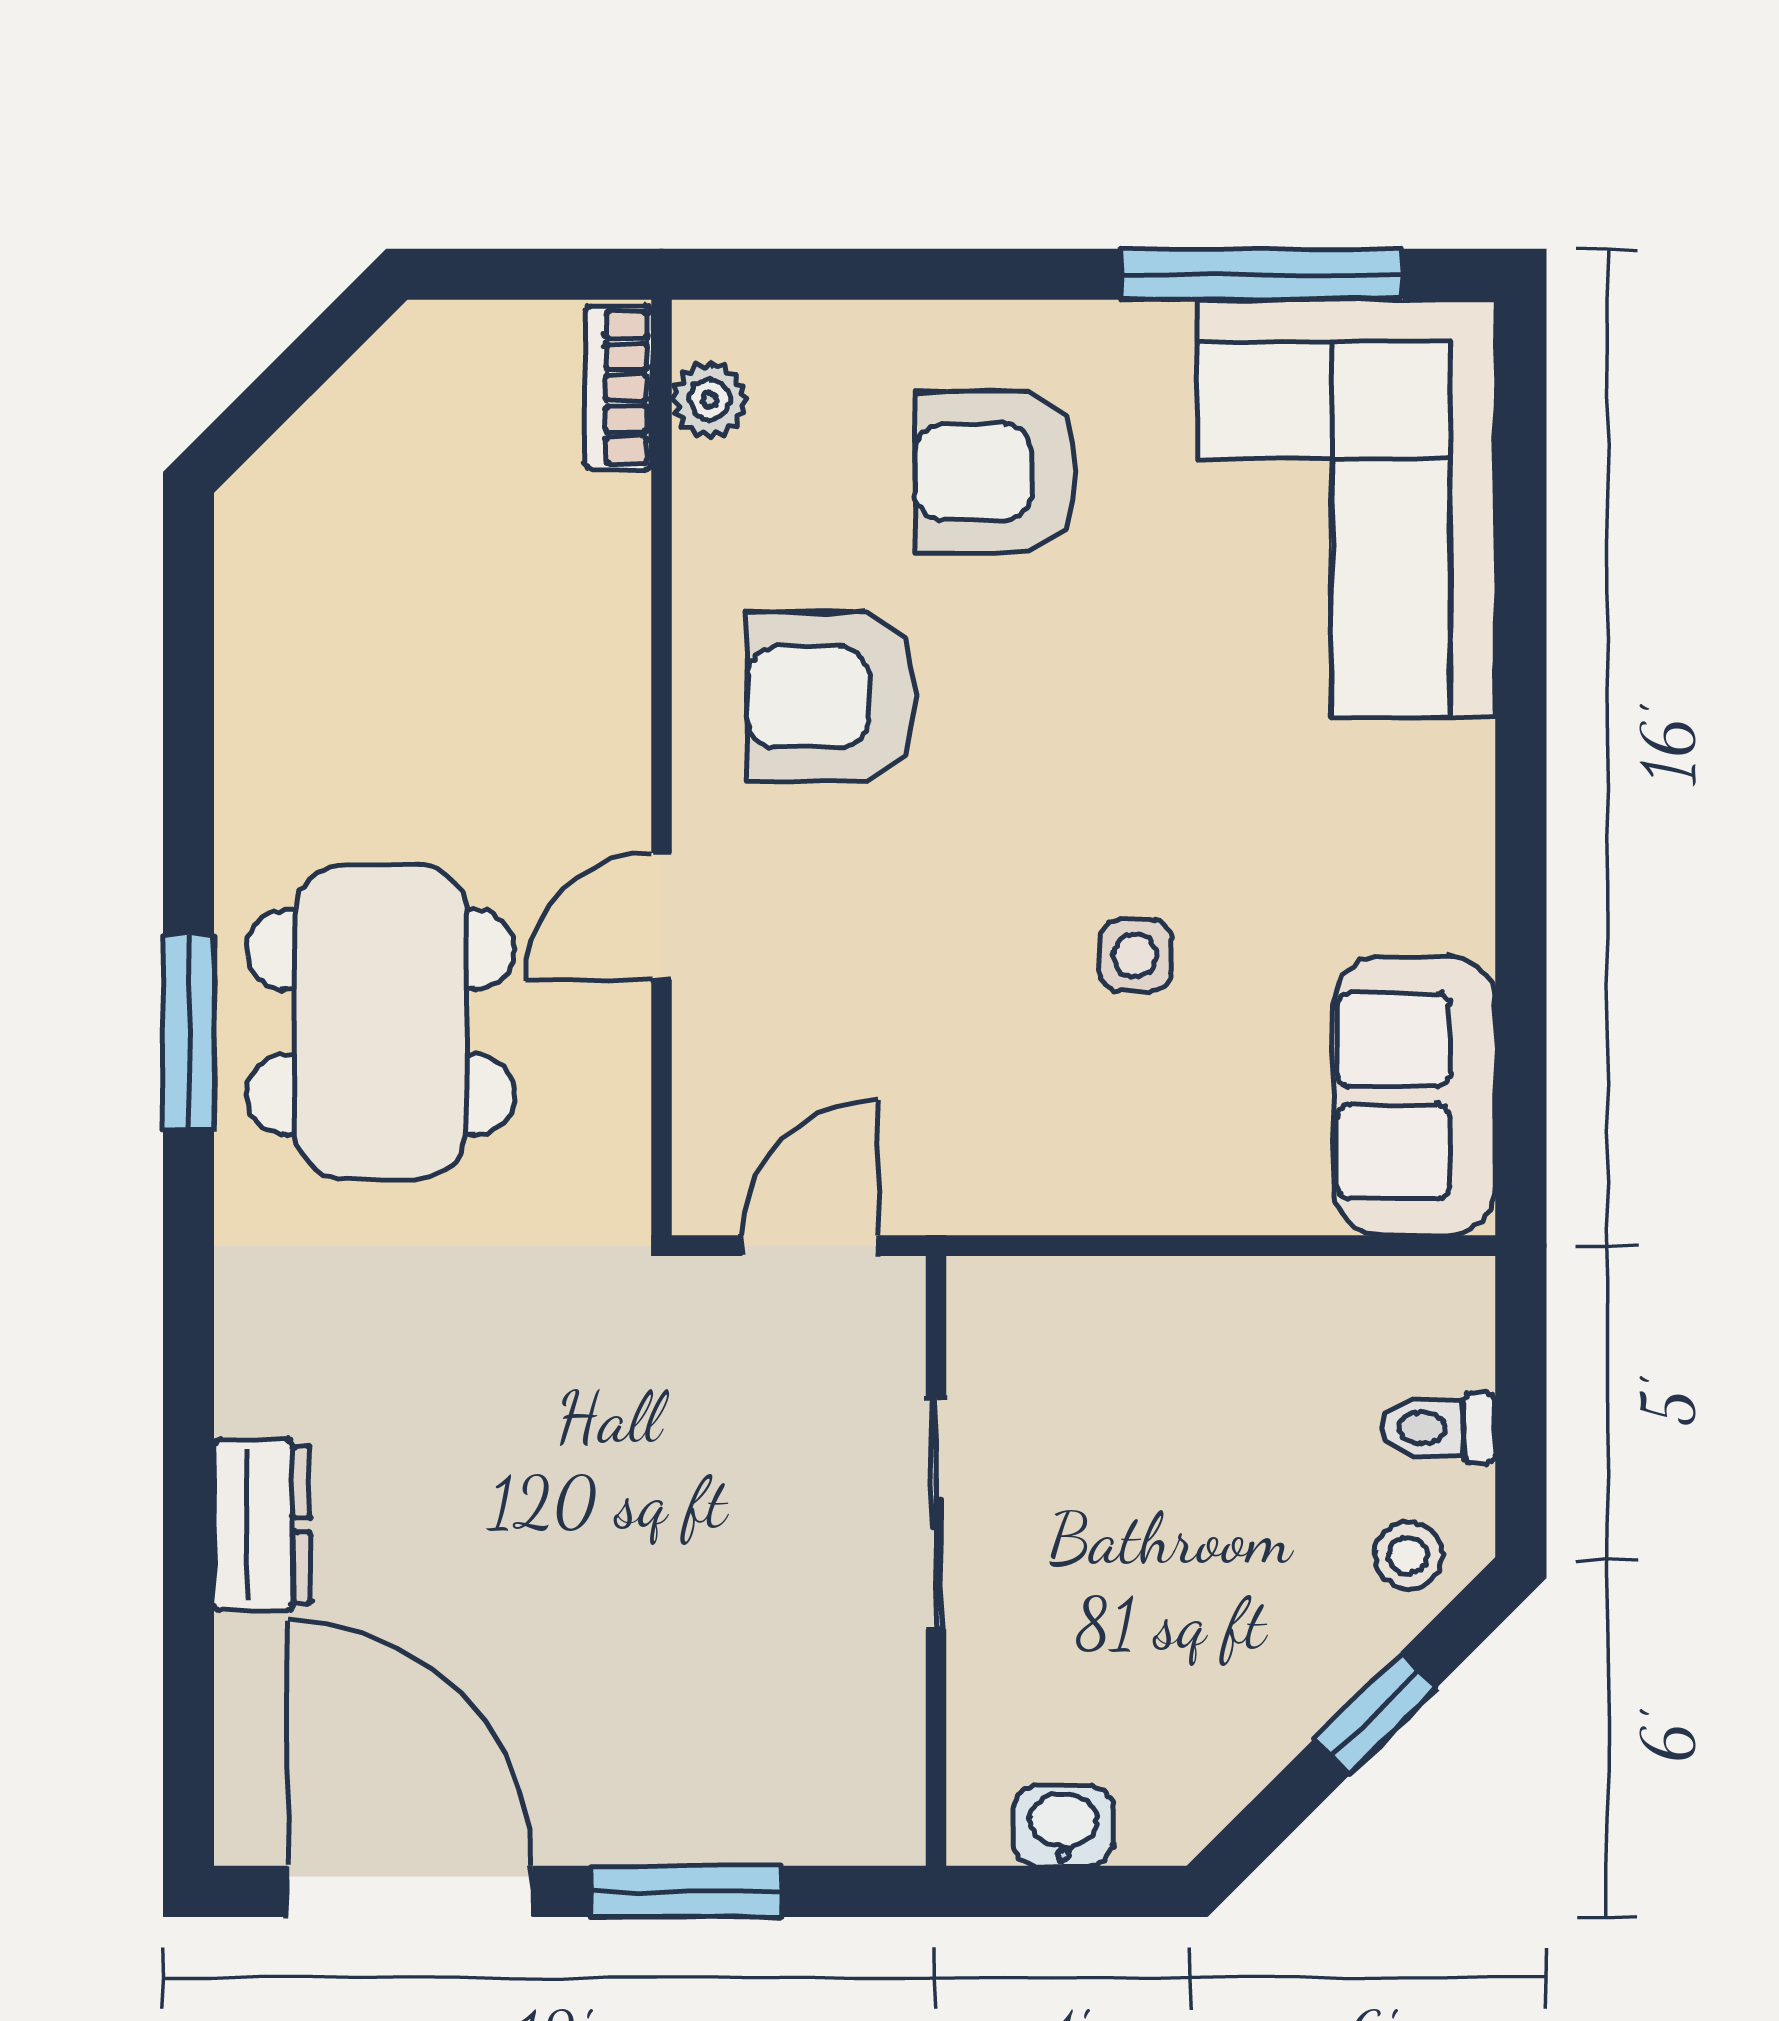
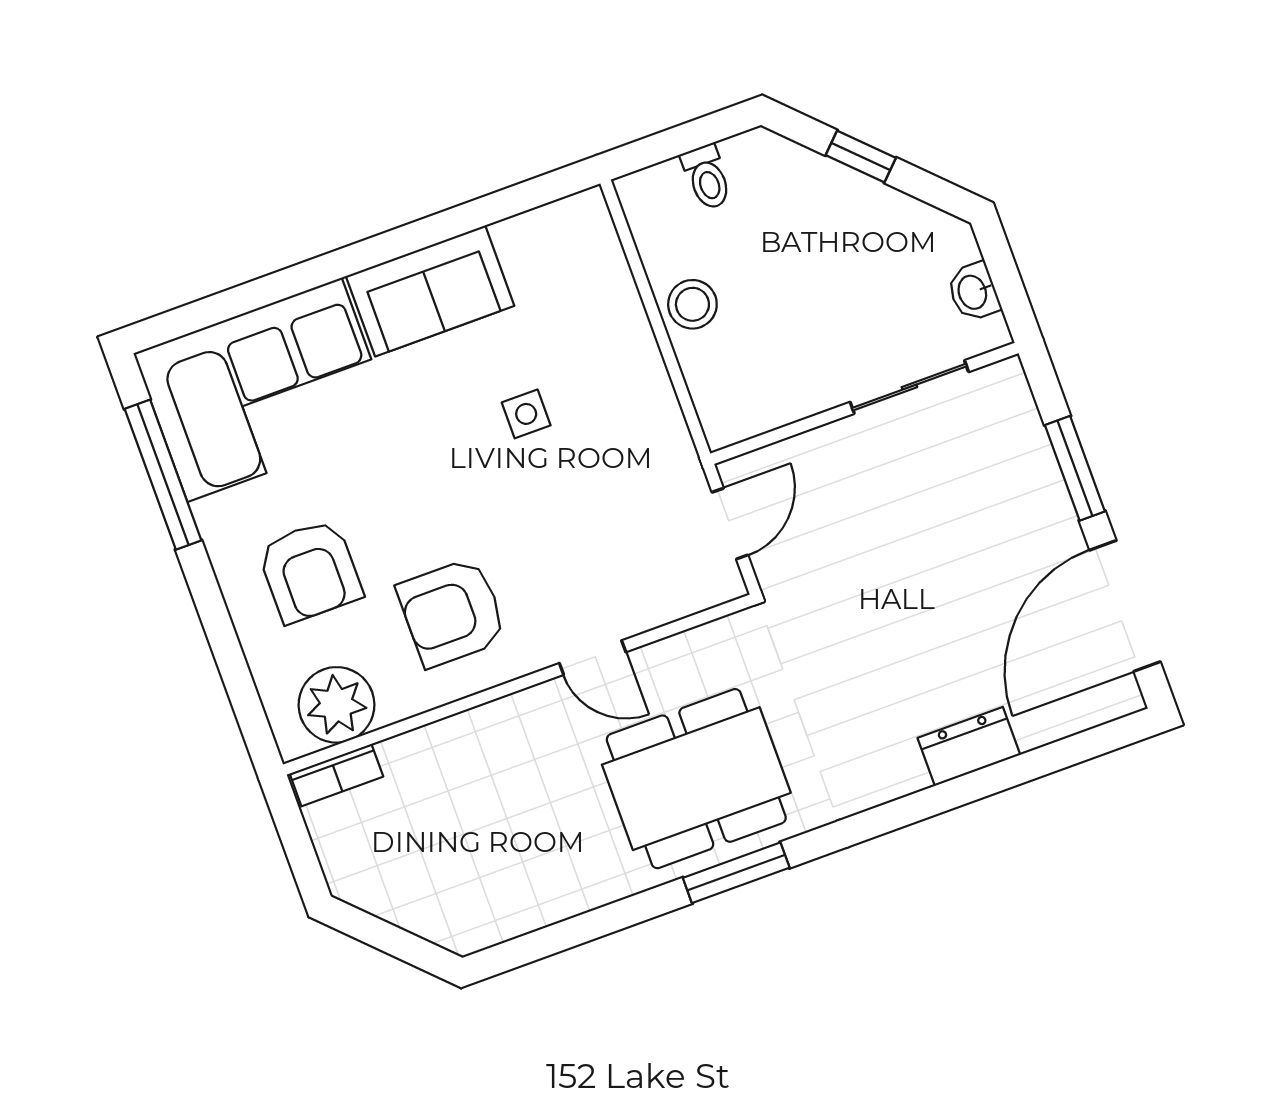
plant: (710, 400) -> (336, 705), width x1.88, depth x1.88
armchair: (832, 697) -> (452, 612), turned 90
sofa: (1415, 1096) -> (430, 291), moved
door: (810, 1246) -> (730, 524), swing flipped
sliding door: (936, 1514) -> (909, 387), moved
stool: (1408, 1556) -> (692, 304), moved, width x1.37, depth x1.37

